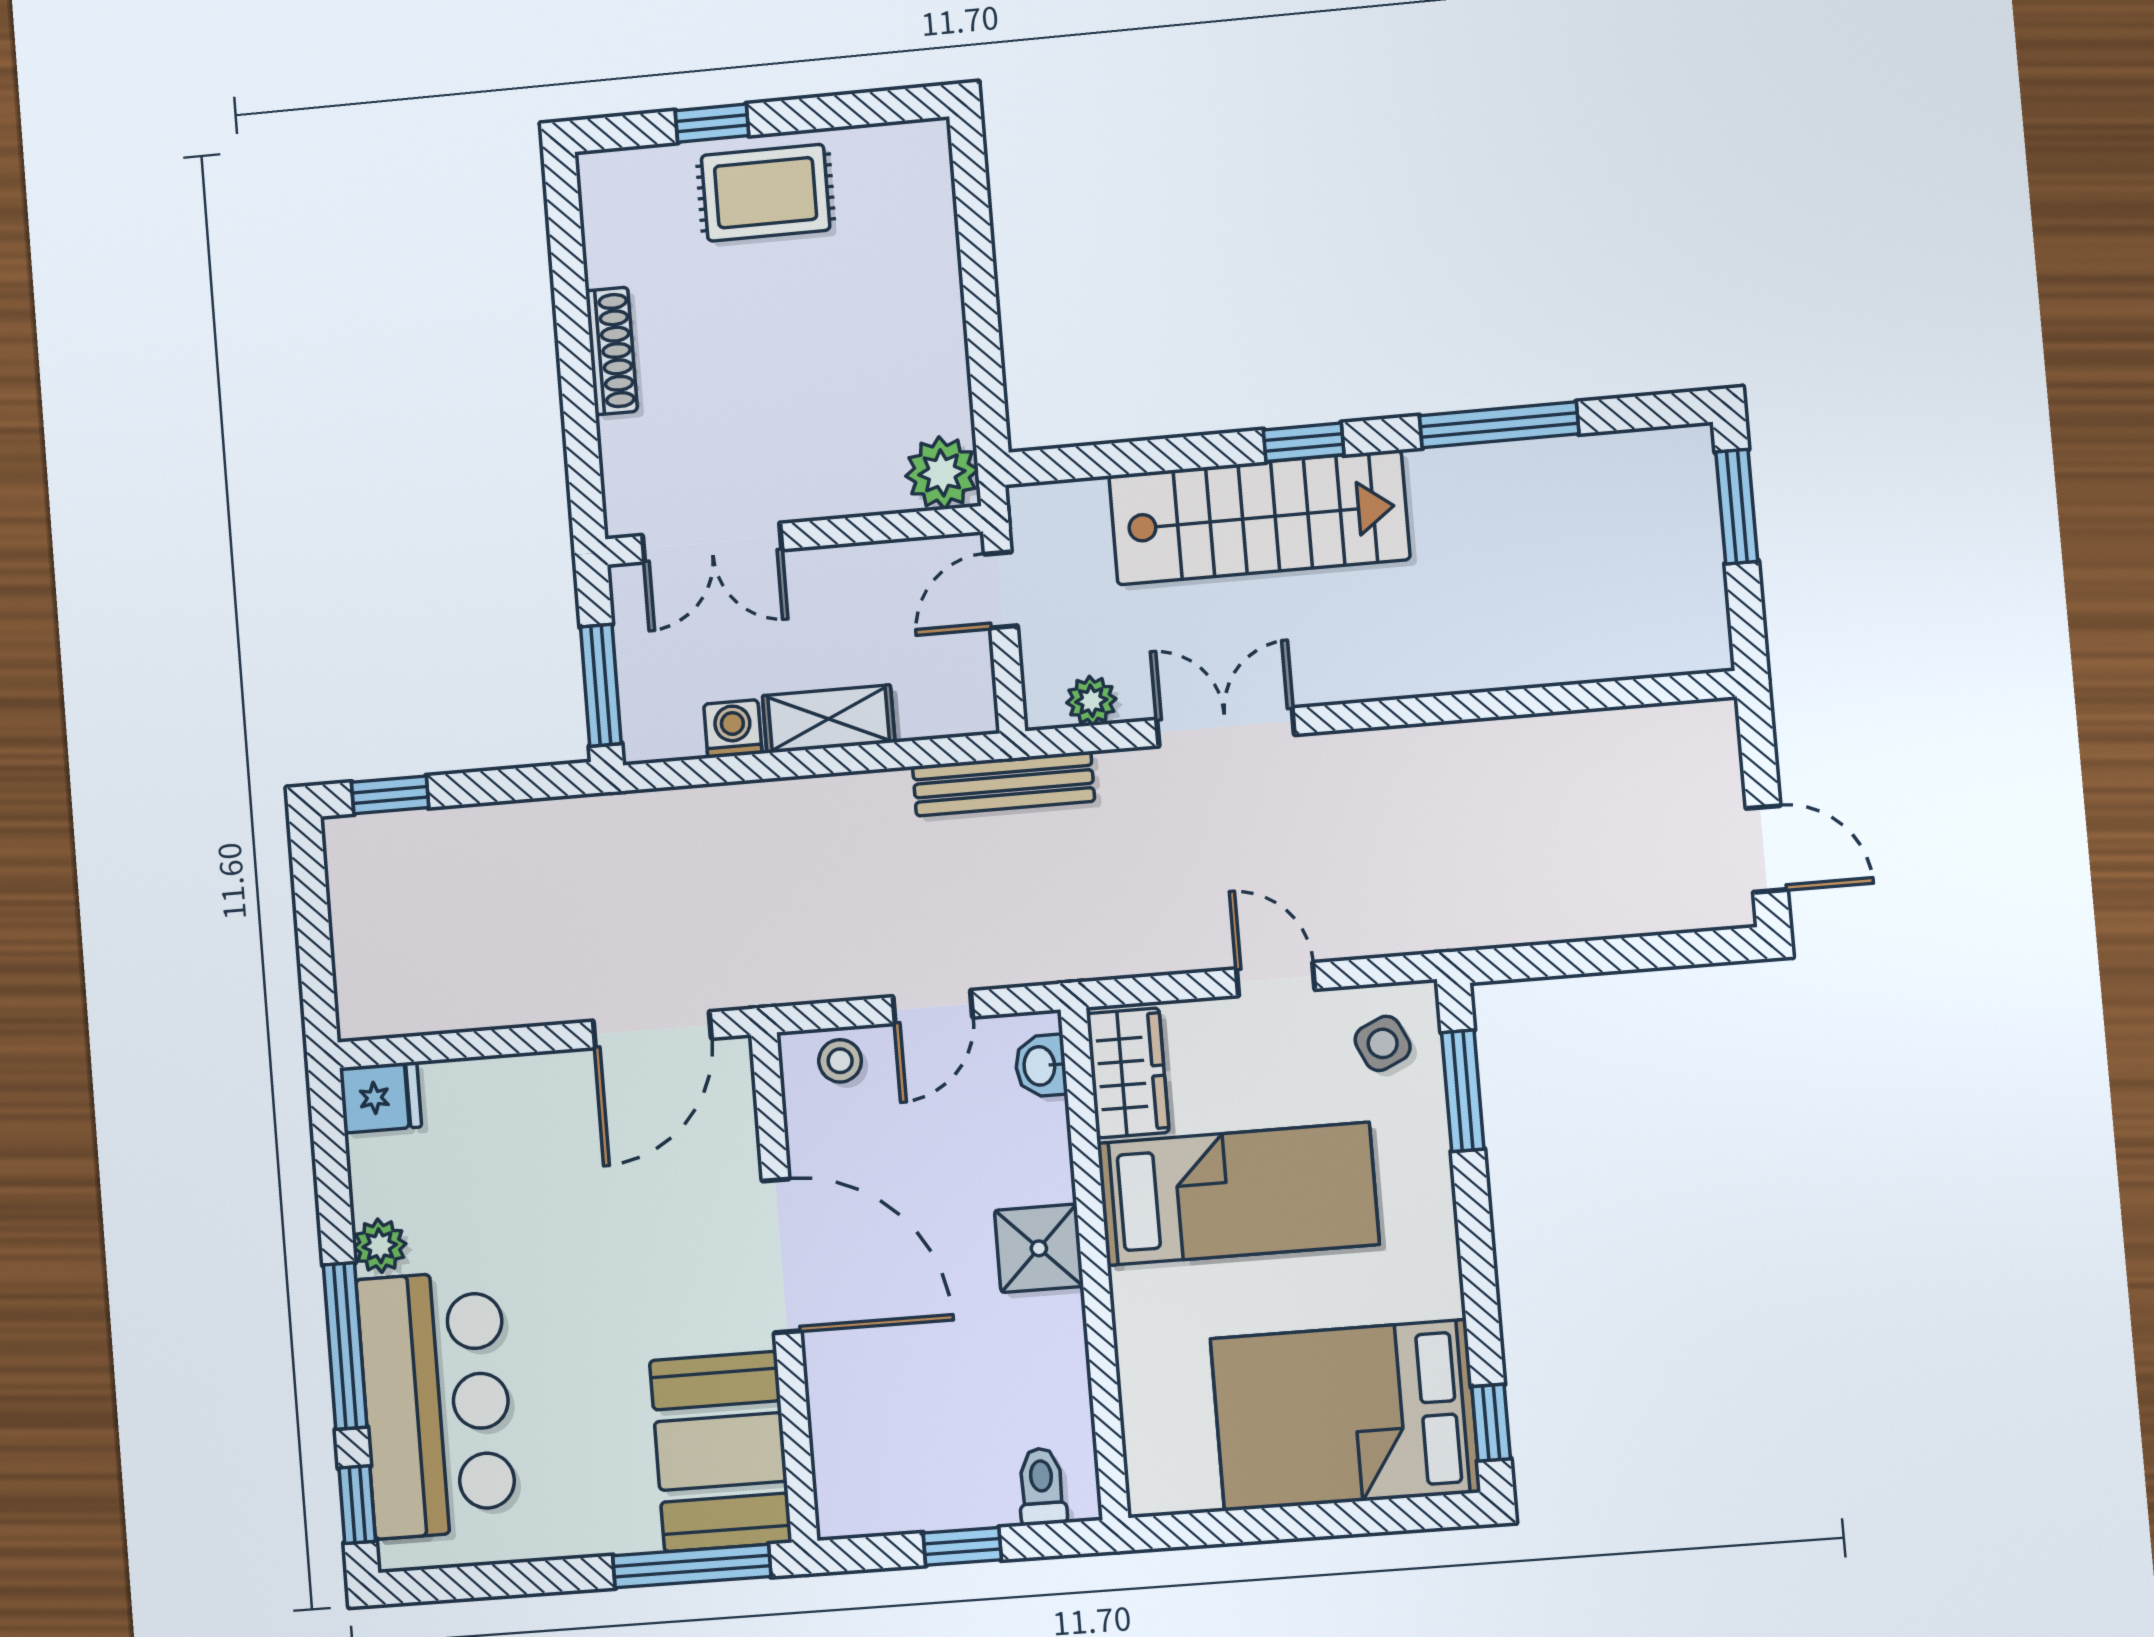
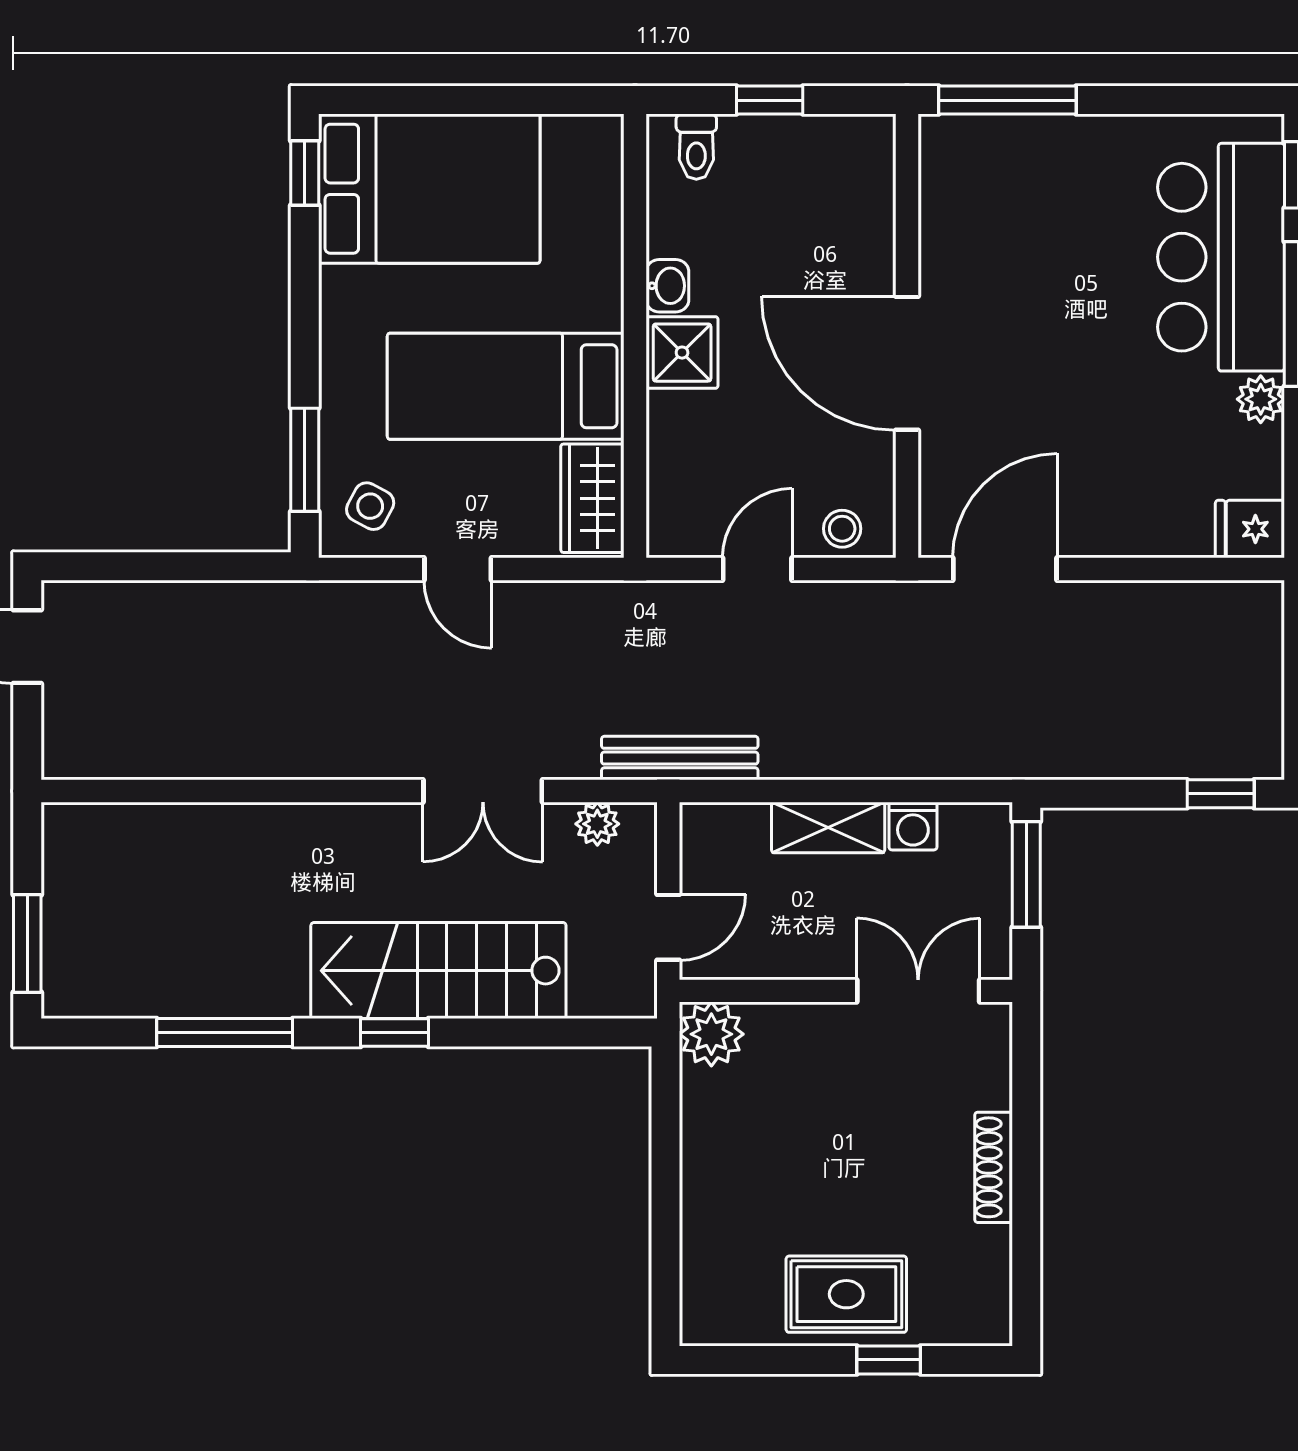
side table: (1383, 1043) -> (370, 506), turned -37
washbasin: (1041, 1066) -> (667, 286), moved
booth: (721, 1451) -> (974, 197), removed

